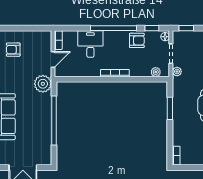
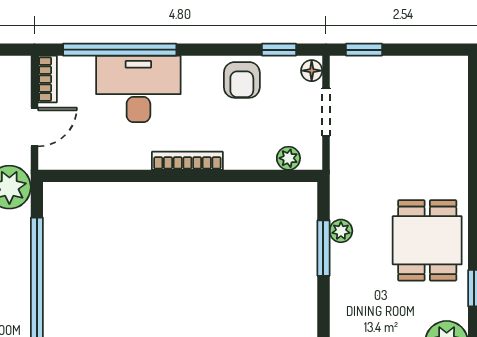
window: (113, 28) -> (120, 50), moved
armchair: (137, 40) -> (242, 80), turned 90
desk: (90, 44) -> (138, 89), width x1.37
plant: (177, 72) -> (341, 231), moved

